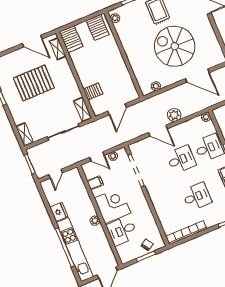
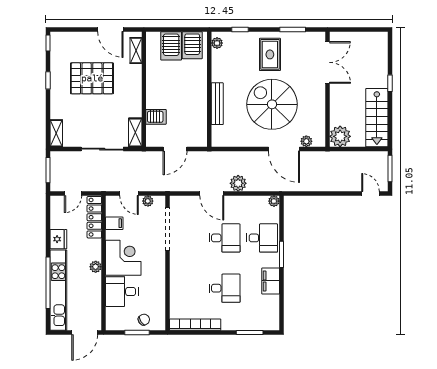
server rack: (71, 39) -> (171, 46), moved
bench: (134, 63) -> (217, 104), added
plant: (156, 86) -> (306, 141), moved
locker: (79, 185) -> (94, 217), added

